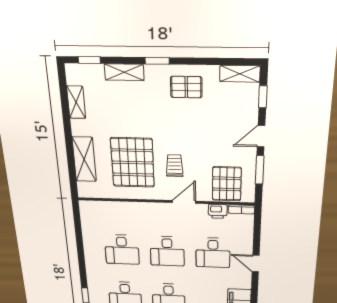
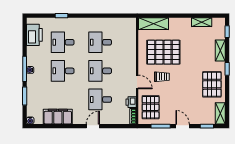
pallet: (186, 87) -> (212, 84), width x1.50, depth x1.42
shelving: (84, 159) -> (154, 24), moved
pallet: (227, 184) -> (151, 107), turned 90

